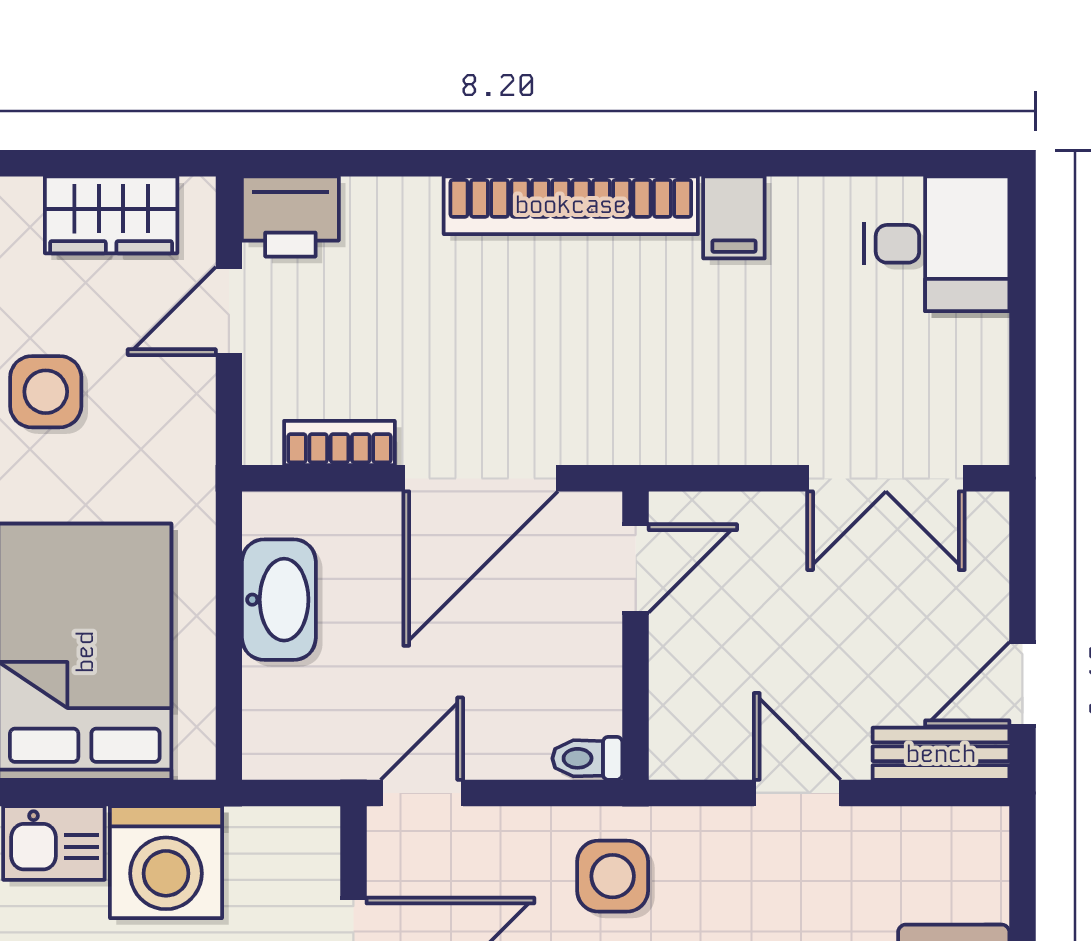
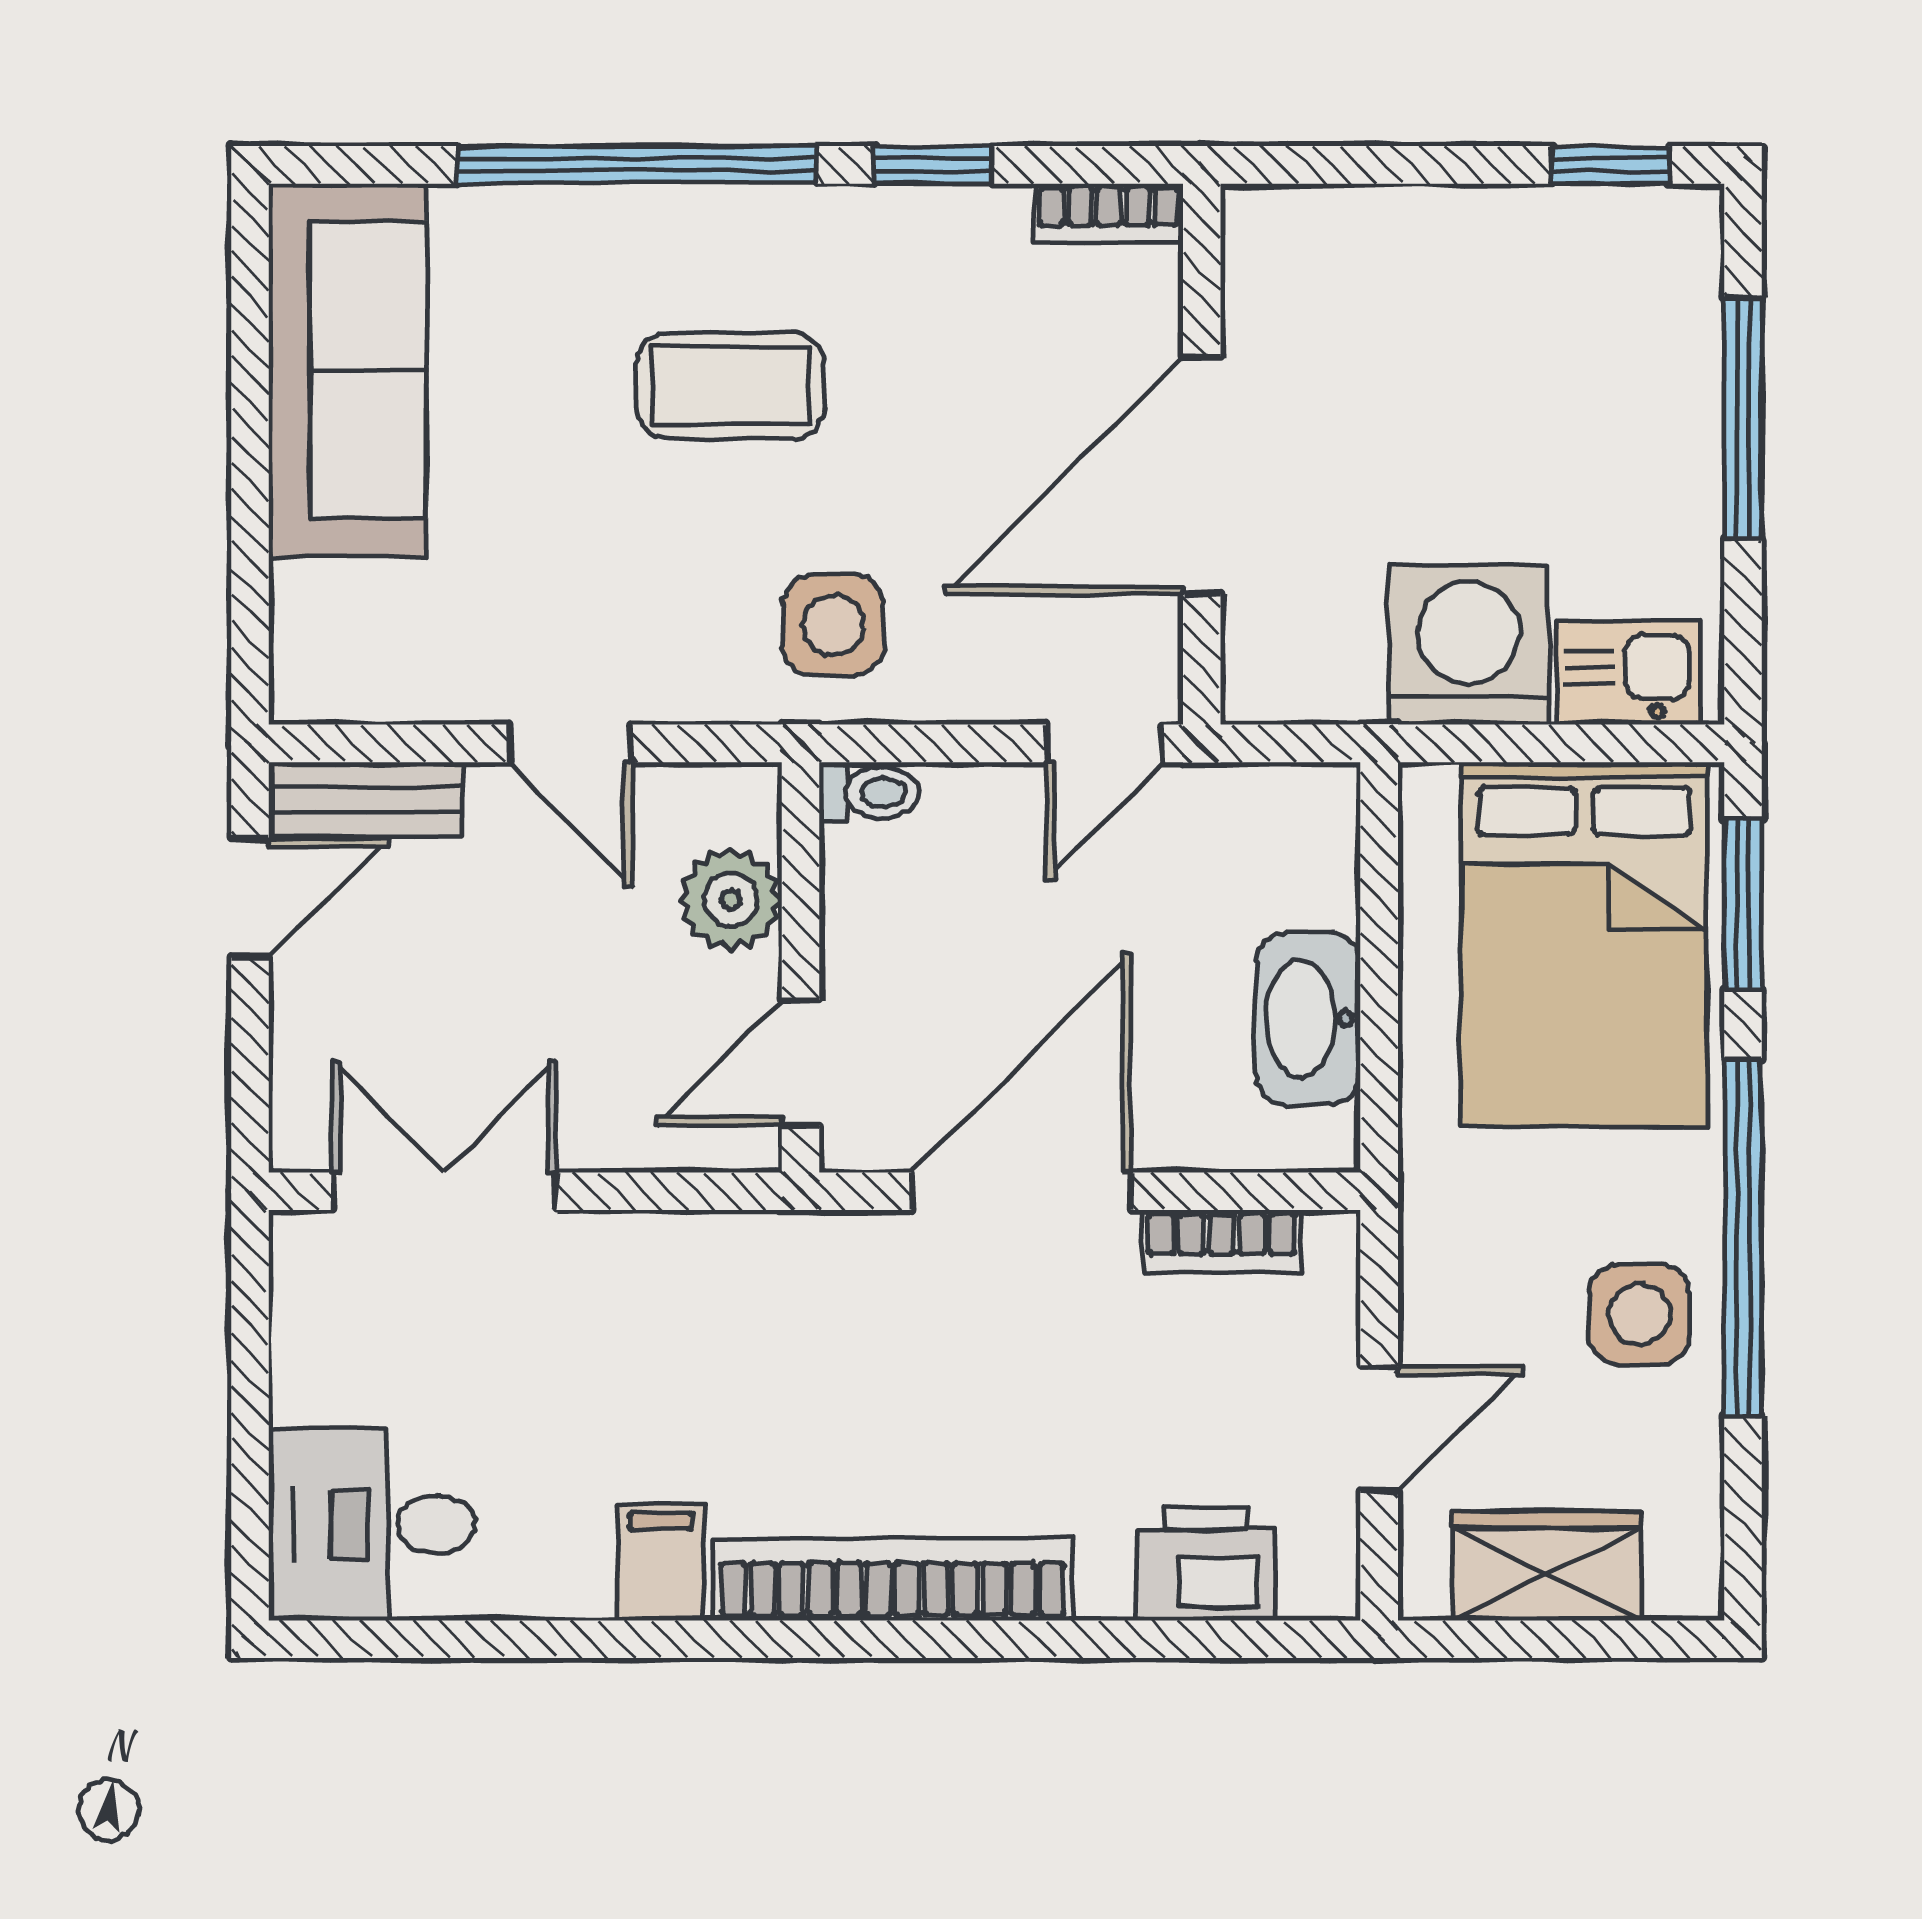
printer: (290, 216) -> (1206, 1564), moved
plant: (685, 683) -> (731, 900), added

